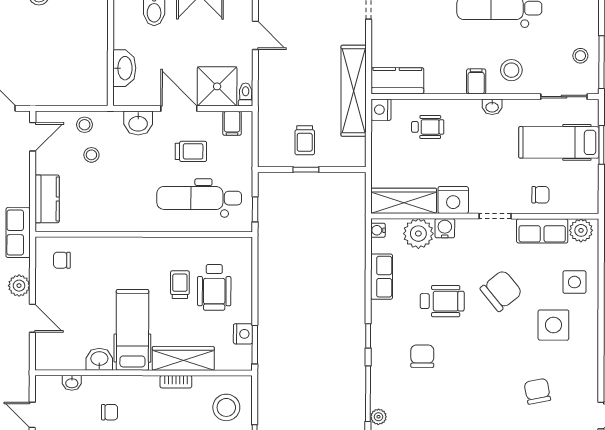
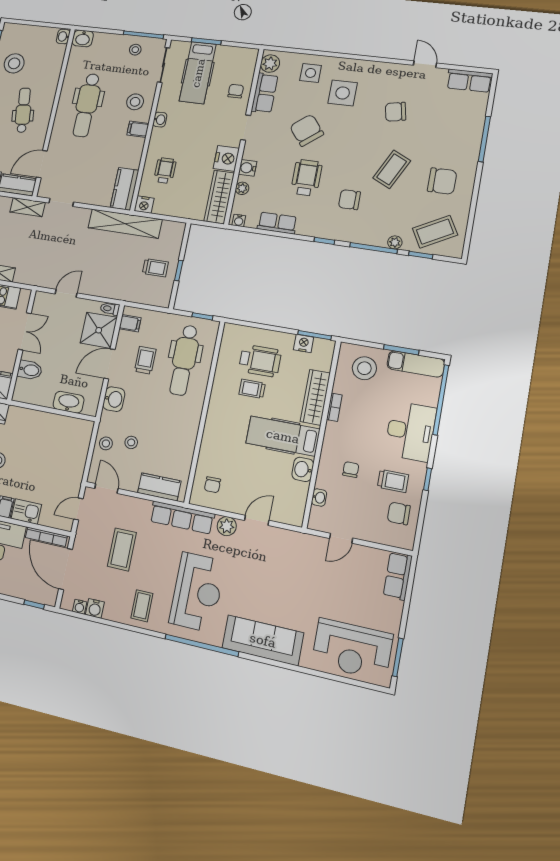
row of seats: (18, 233) -> (182, 517), width x1.48
plant: (418, 234) -> (242, 188), width x0.53, depth x0.53
coffee table: (466, 398) -> (392, 169), added

